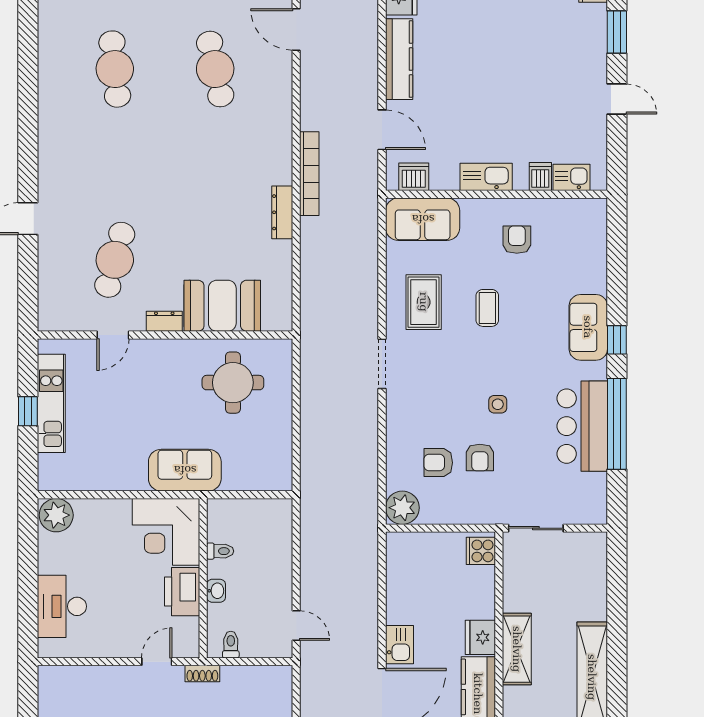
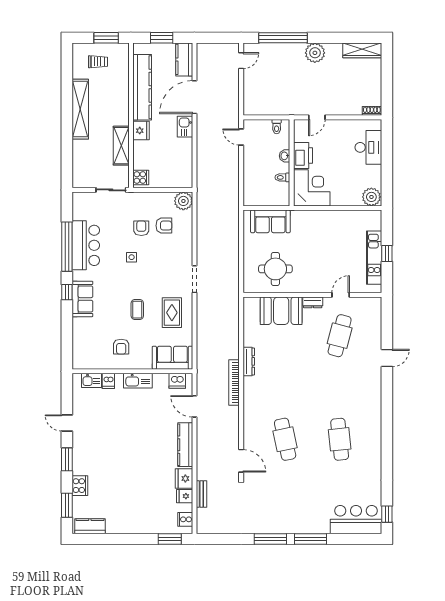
sofa: (185, 470) -> (270, 221), moved
shelving: (517, 649) -> (121, 146), moved
shoe rack: (202, 674) -> (372, 111), moved

